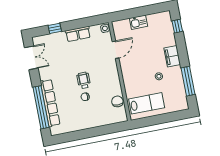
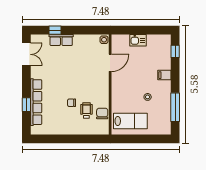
row of seats: (78, 34) -> (61, 40), moved
filing cabinet: (172, 56) -> (164, 75), width x0.50
wheelchair: (84, 80) -> (86, 111), moved
window: (41, 107) -> (26, 105), width x0.32

